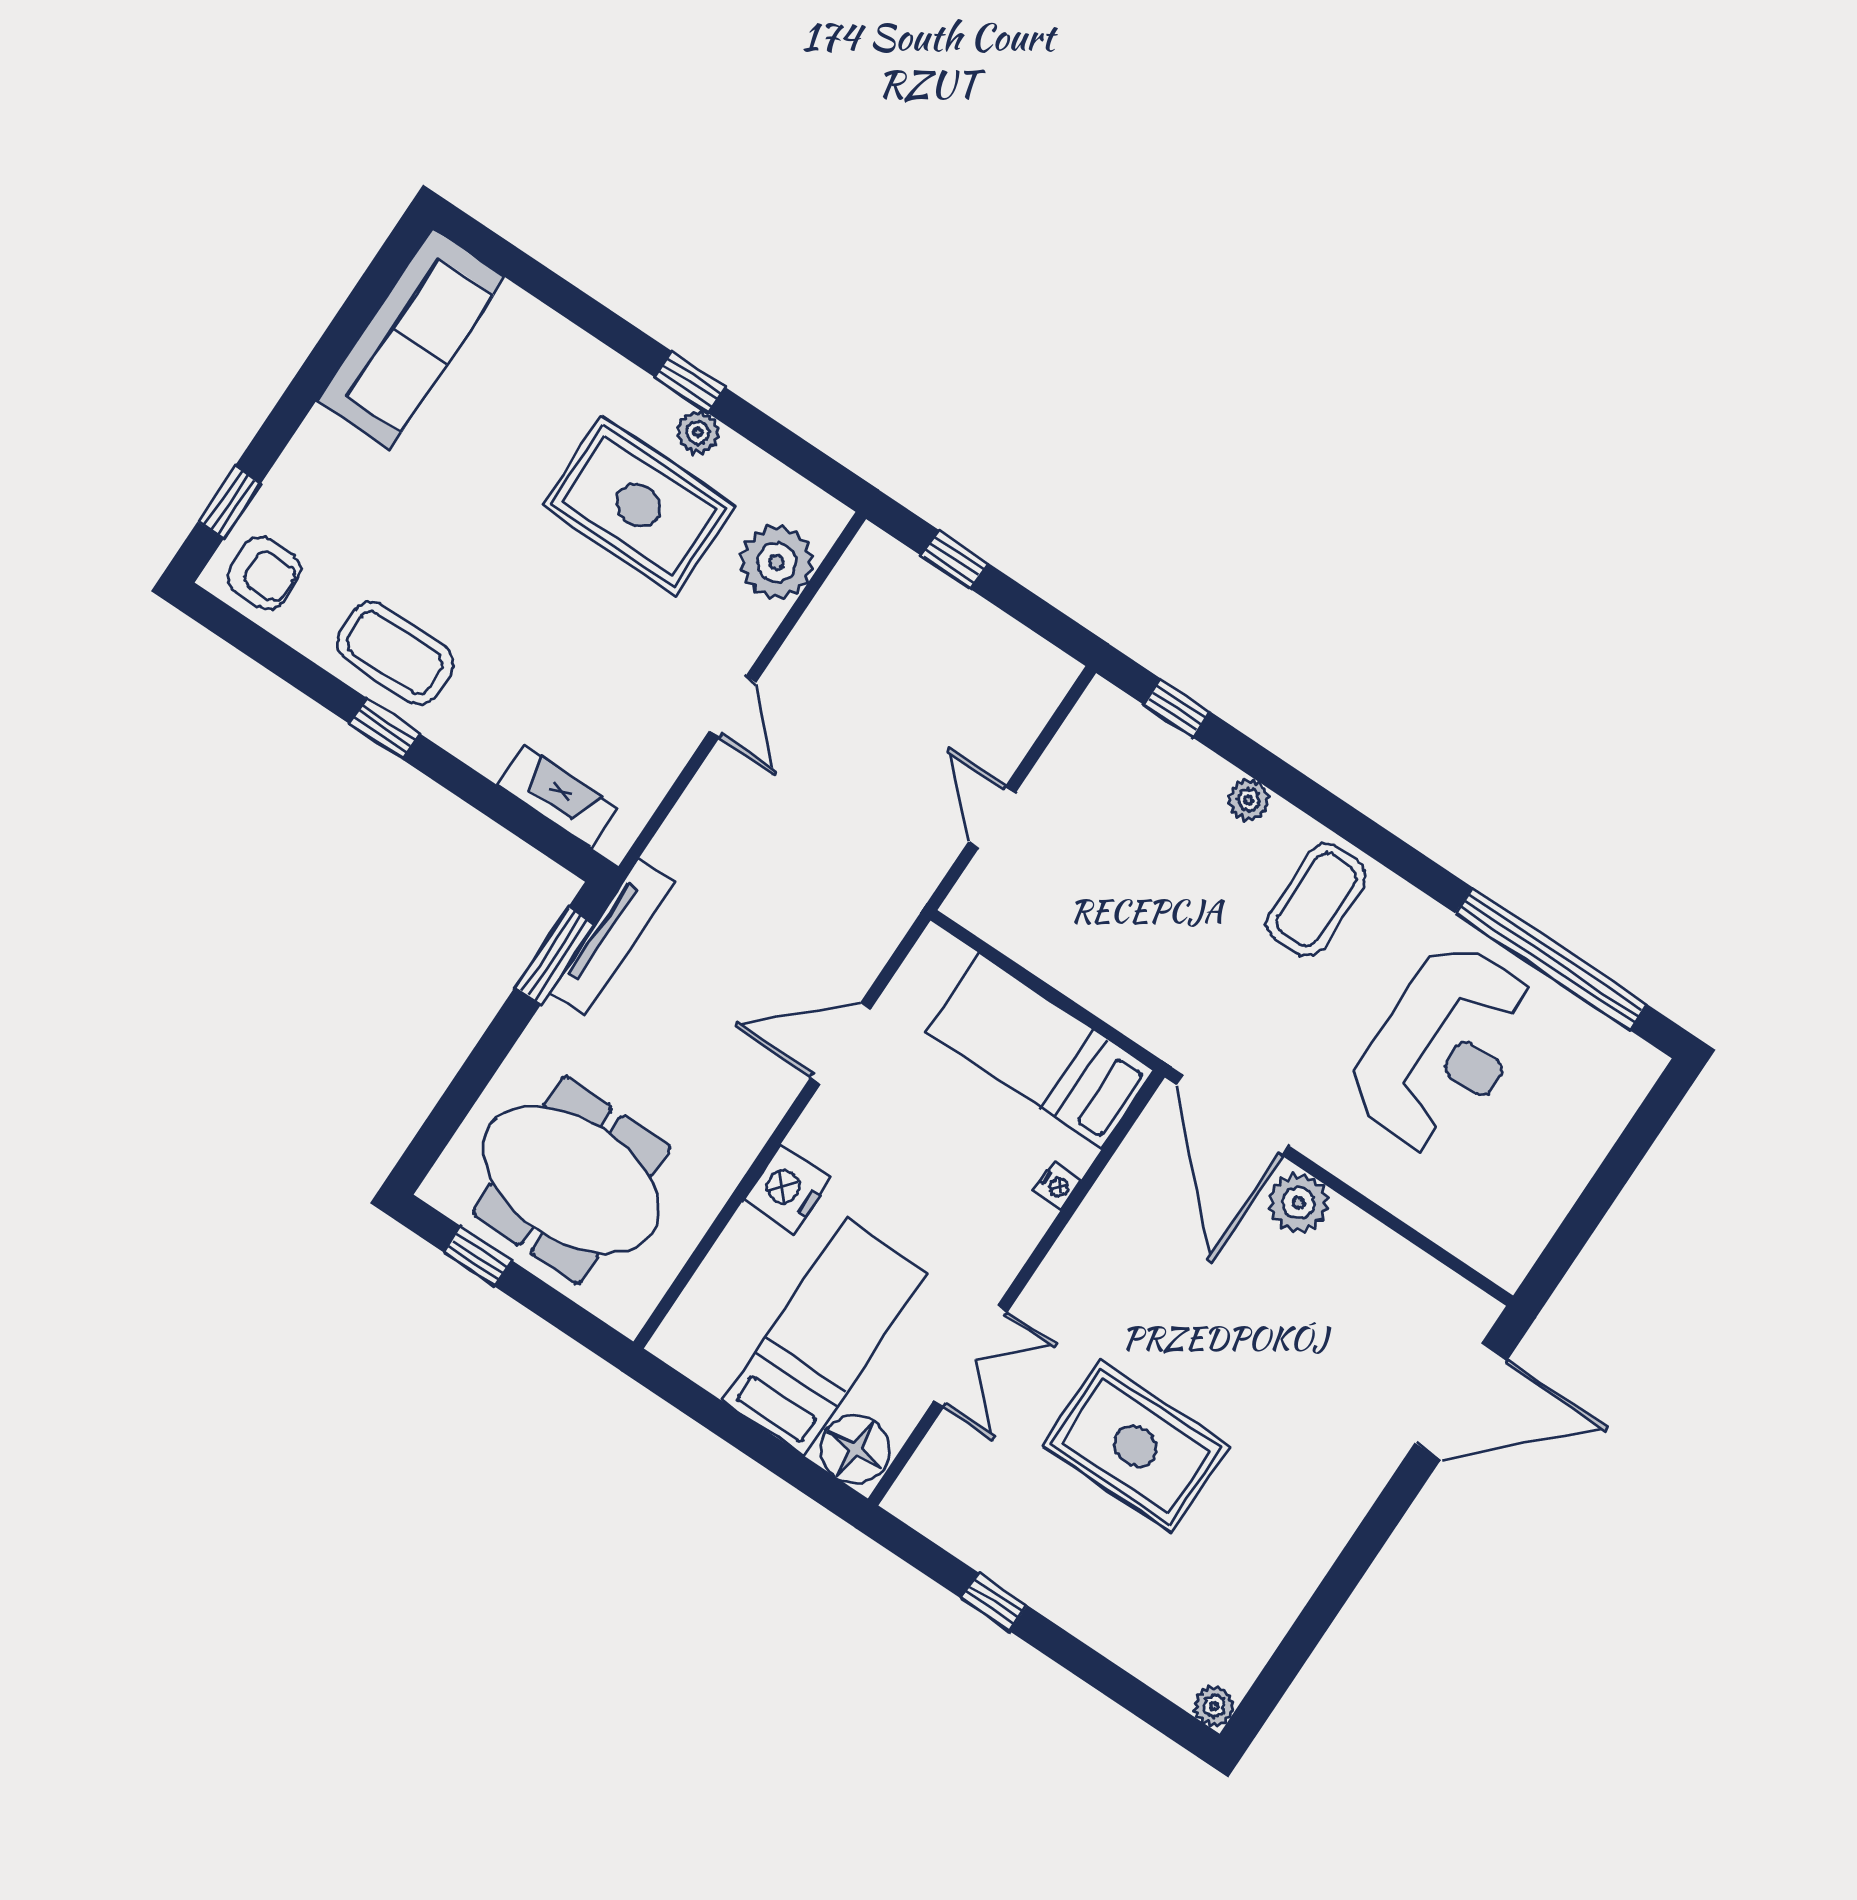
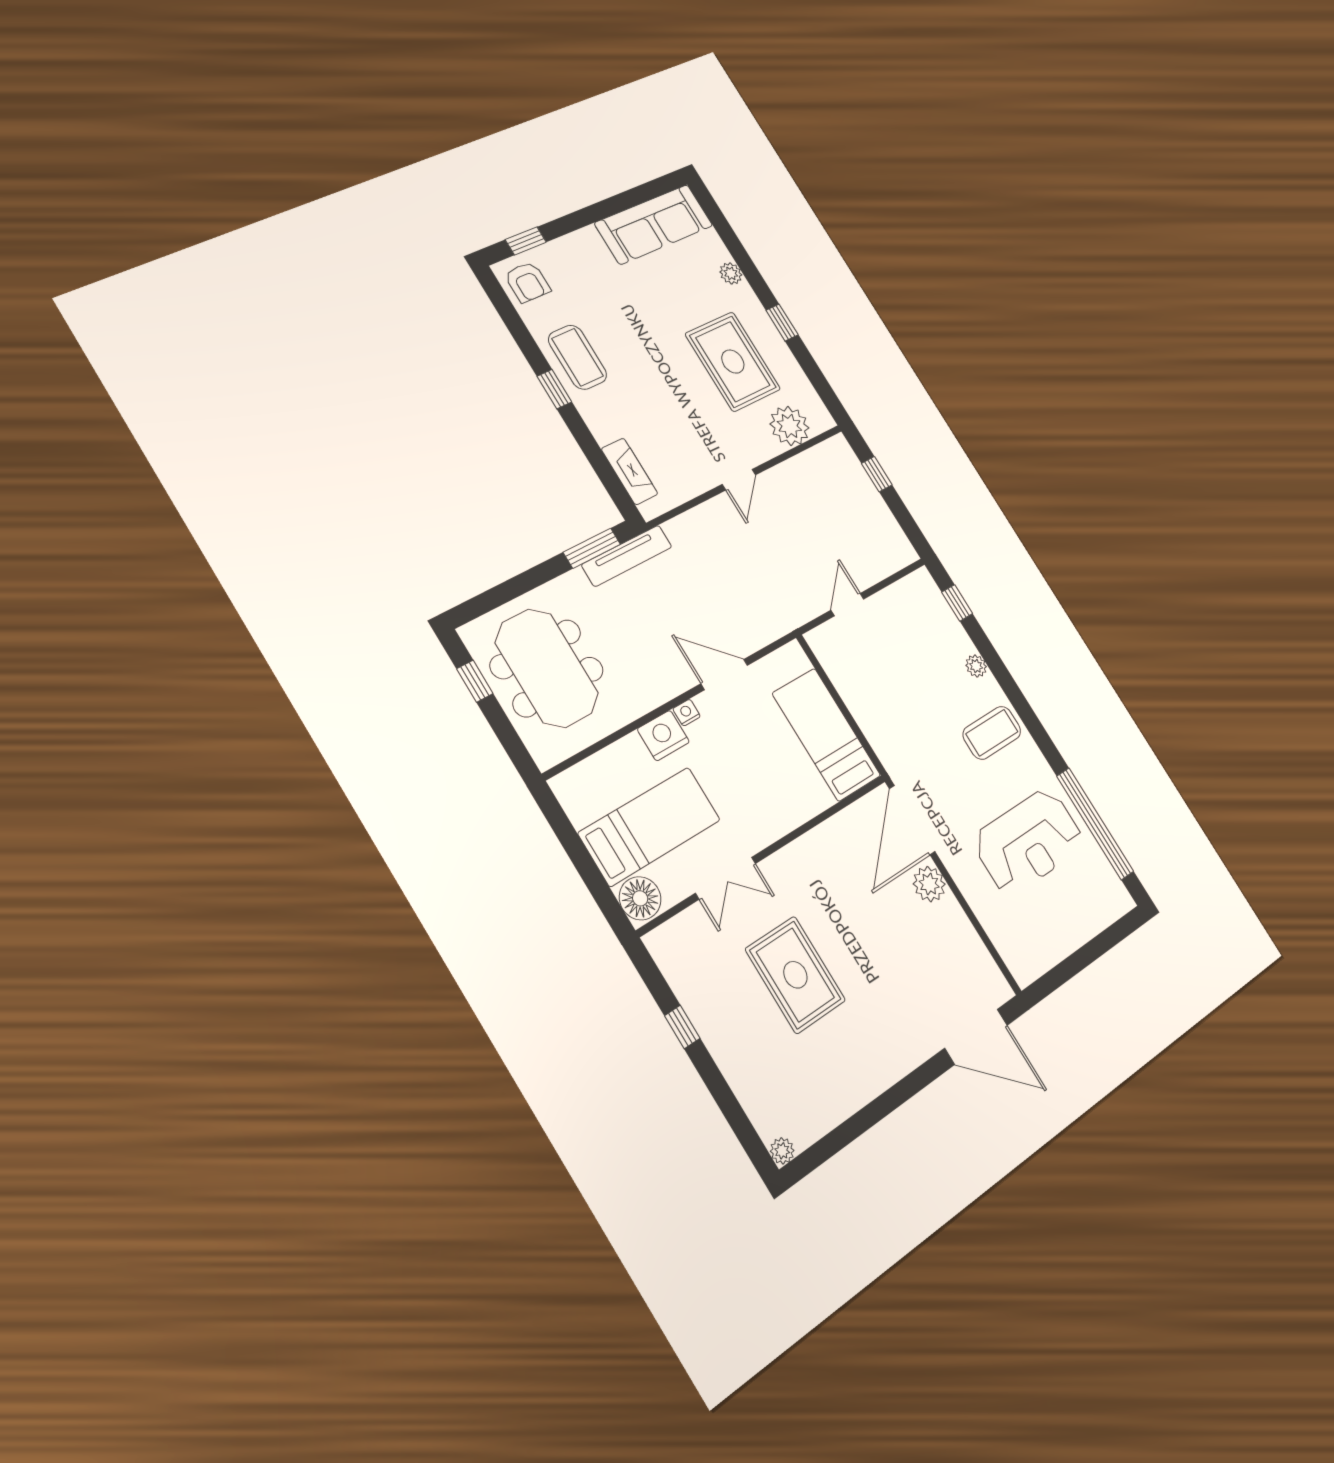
plant: (698, 432) -> (731, 273), moved
nightstand: (1057, 1185) -> (687, 713), moved, turned 180

